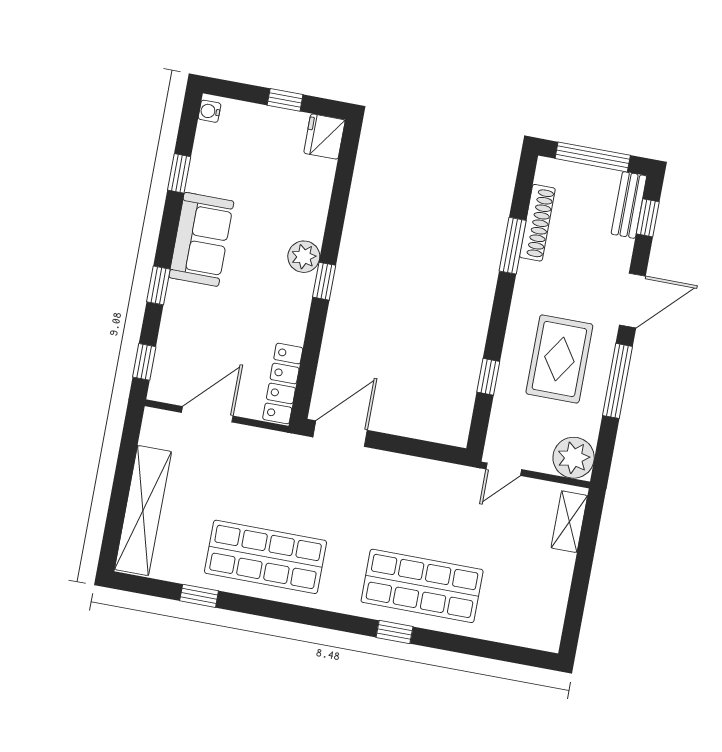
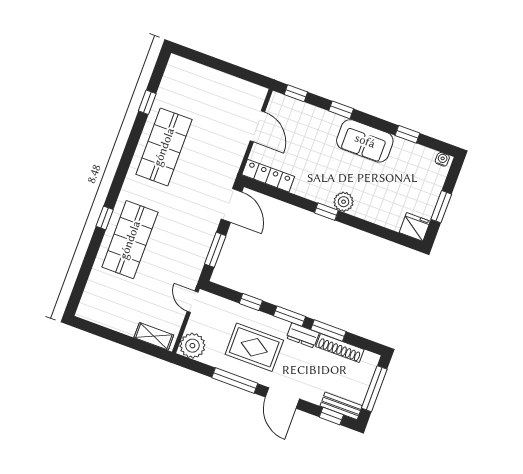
window: (285, 100) -> (441, 207), width x1.50
dresser: (527, 285) -> (303, 335), added
window: (500, 311) -> (290, 316), added
window: (415, 448) -> (215, 250), added
shelving: (143, 511) -> (205, 77), removed

